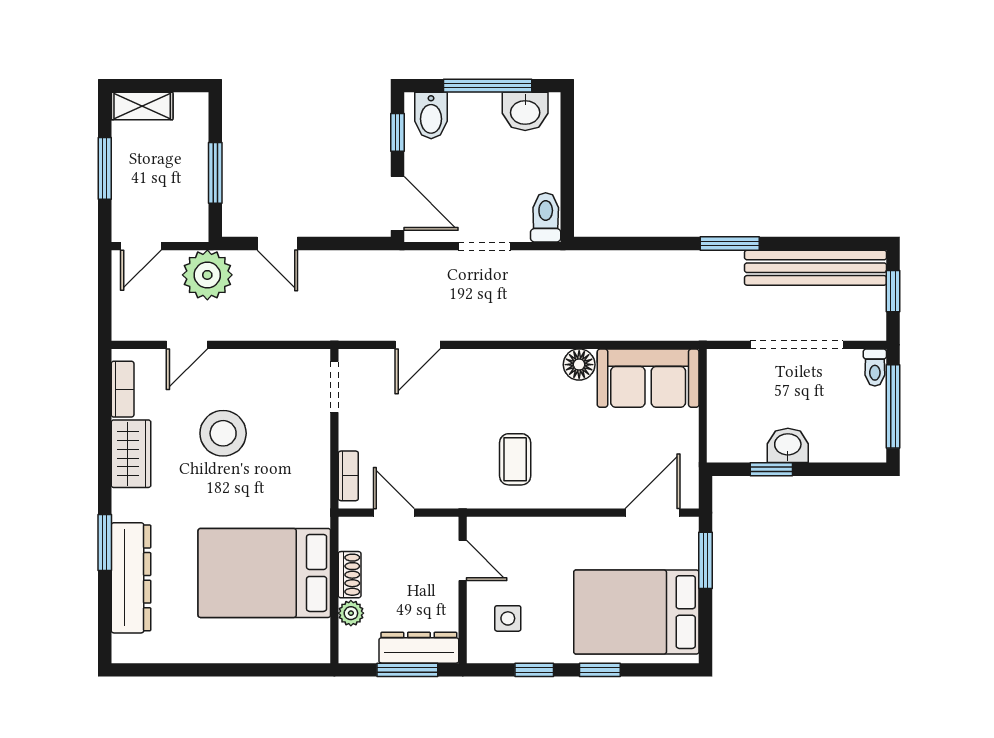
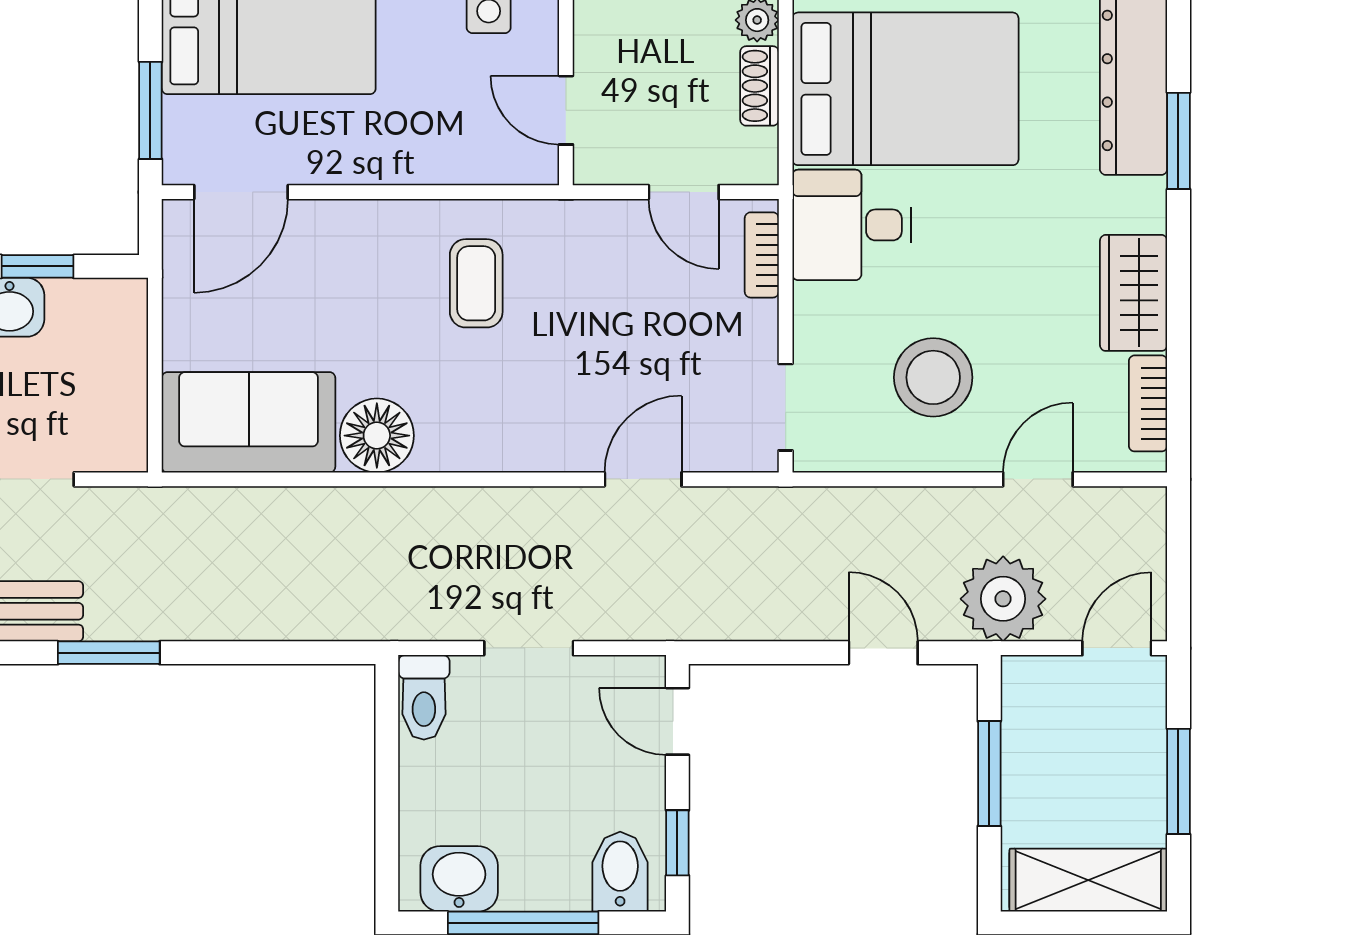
shelving: (142, 106) -> (1088, 880), width x1.50, depth x1.33
door: (398, 203) -> (677, 721), width x0.73
floor lamp: (579, 365) -> (377, 436), width x1.38, depth x1.38
stool: (223, 433) -> (933, 377), moved
desk: (296, 493) -> (852, 225), added

